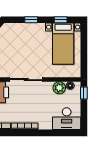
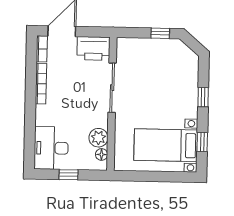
window: (84, 93) -> (69, 175), moved

